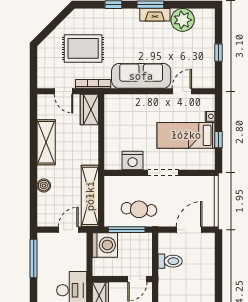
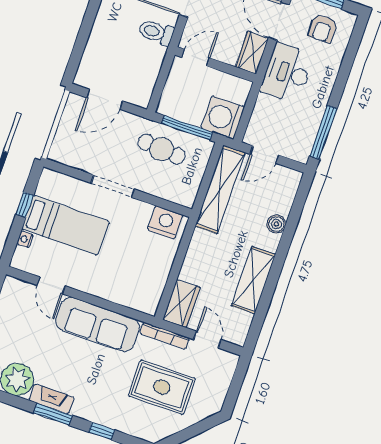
door: (182, 91) -> (51, 285), hinge flipped
nightstand: (133, 161) -> (165, 222), moved
toilet: (170, 261) -> (156, 32), moved

